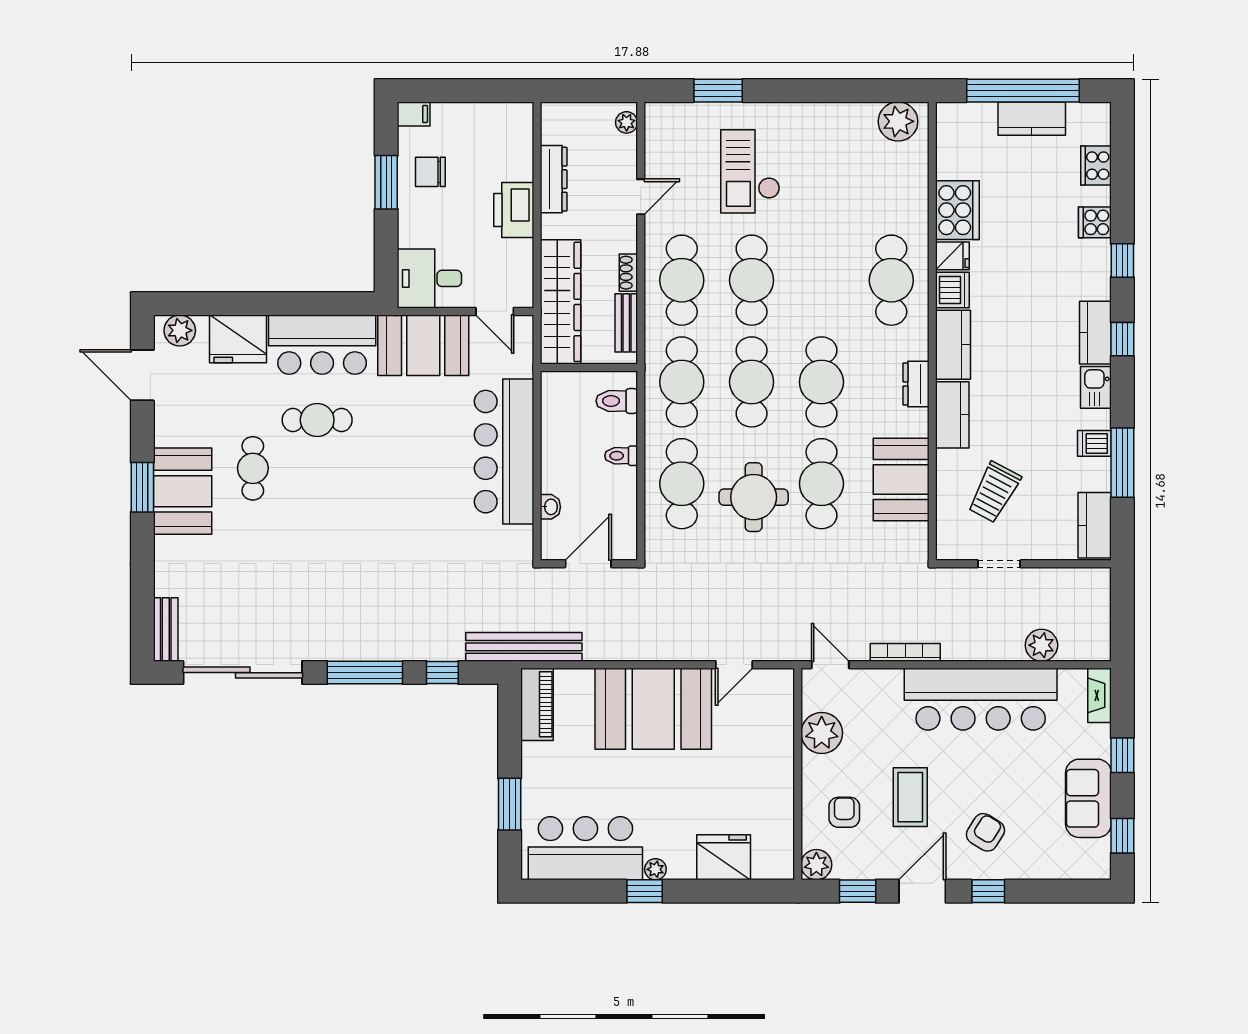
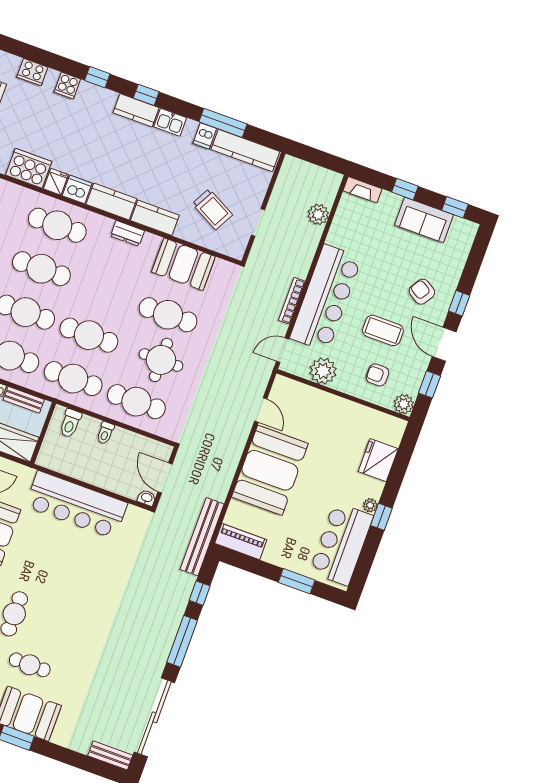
cafe table: (821, 382) -> (41, 269), moved
washbasin: (550, 507) -> (147, 498), moved
kitchen counter: (1095, 525) -> (245, 150), width x1.50
bar counter: (981, 699) -> (326, 298), moved

